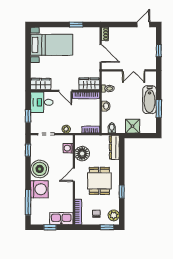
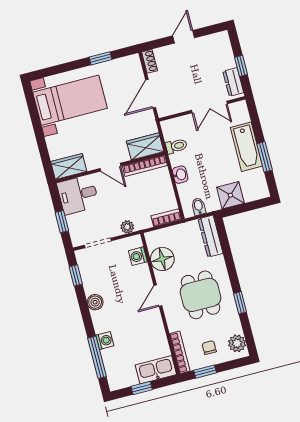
door: (143, 25) -> (184, 37), moved
door: (101, 53) -> (151, 94), swing flipped
dresser: (152, 59) -> (233, 82), added
boiler: (40, 169) -> (95, 302), width x0.54, depth x0.54
washing machine: (39, 189) -> (105, 341), width x0.53, depth x0.53
window: (107, 227) -> (205, 372), moved

